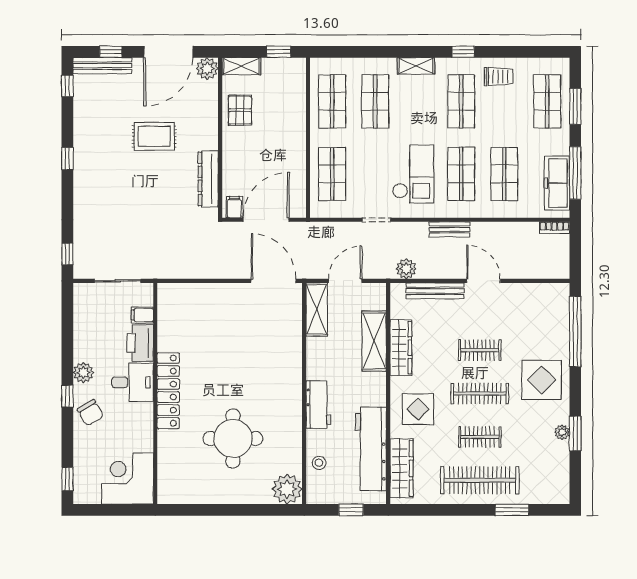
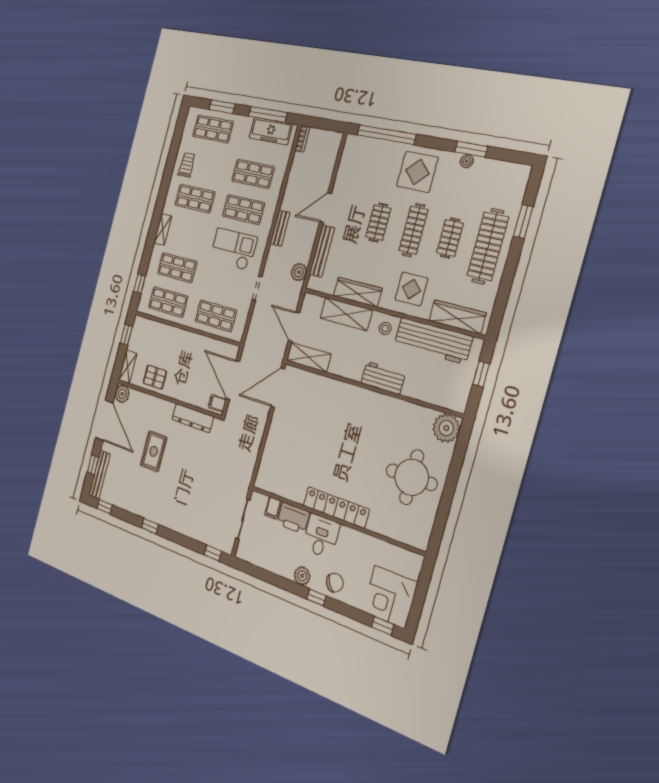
window: (463, 52) -> (139, 284), moved
round table: (233, 438) -> (412, 477), moved
stool: (319, 463) -> (385, 328), moved
corner desk: (127, 478) -> (390, 597), moved

